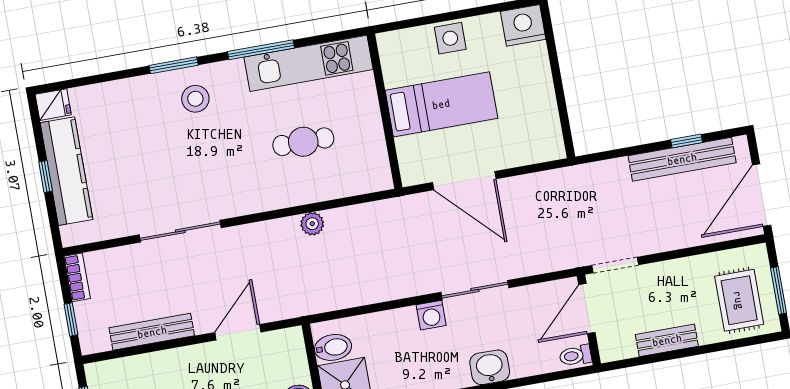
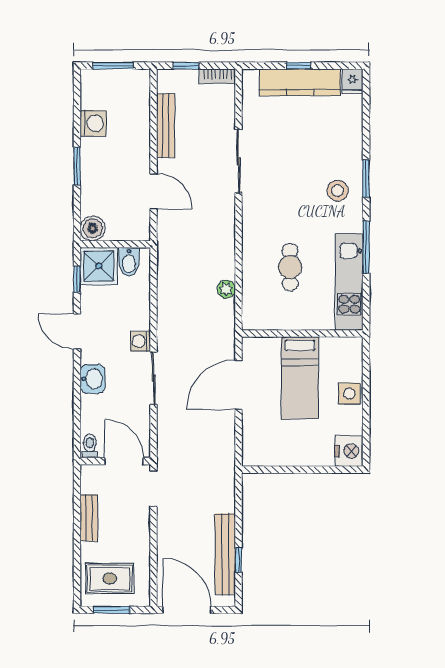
plant: (312, 224) -> (226, 289), moved

